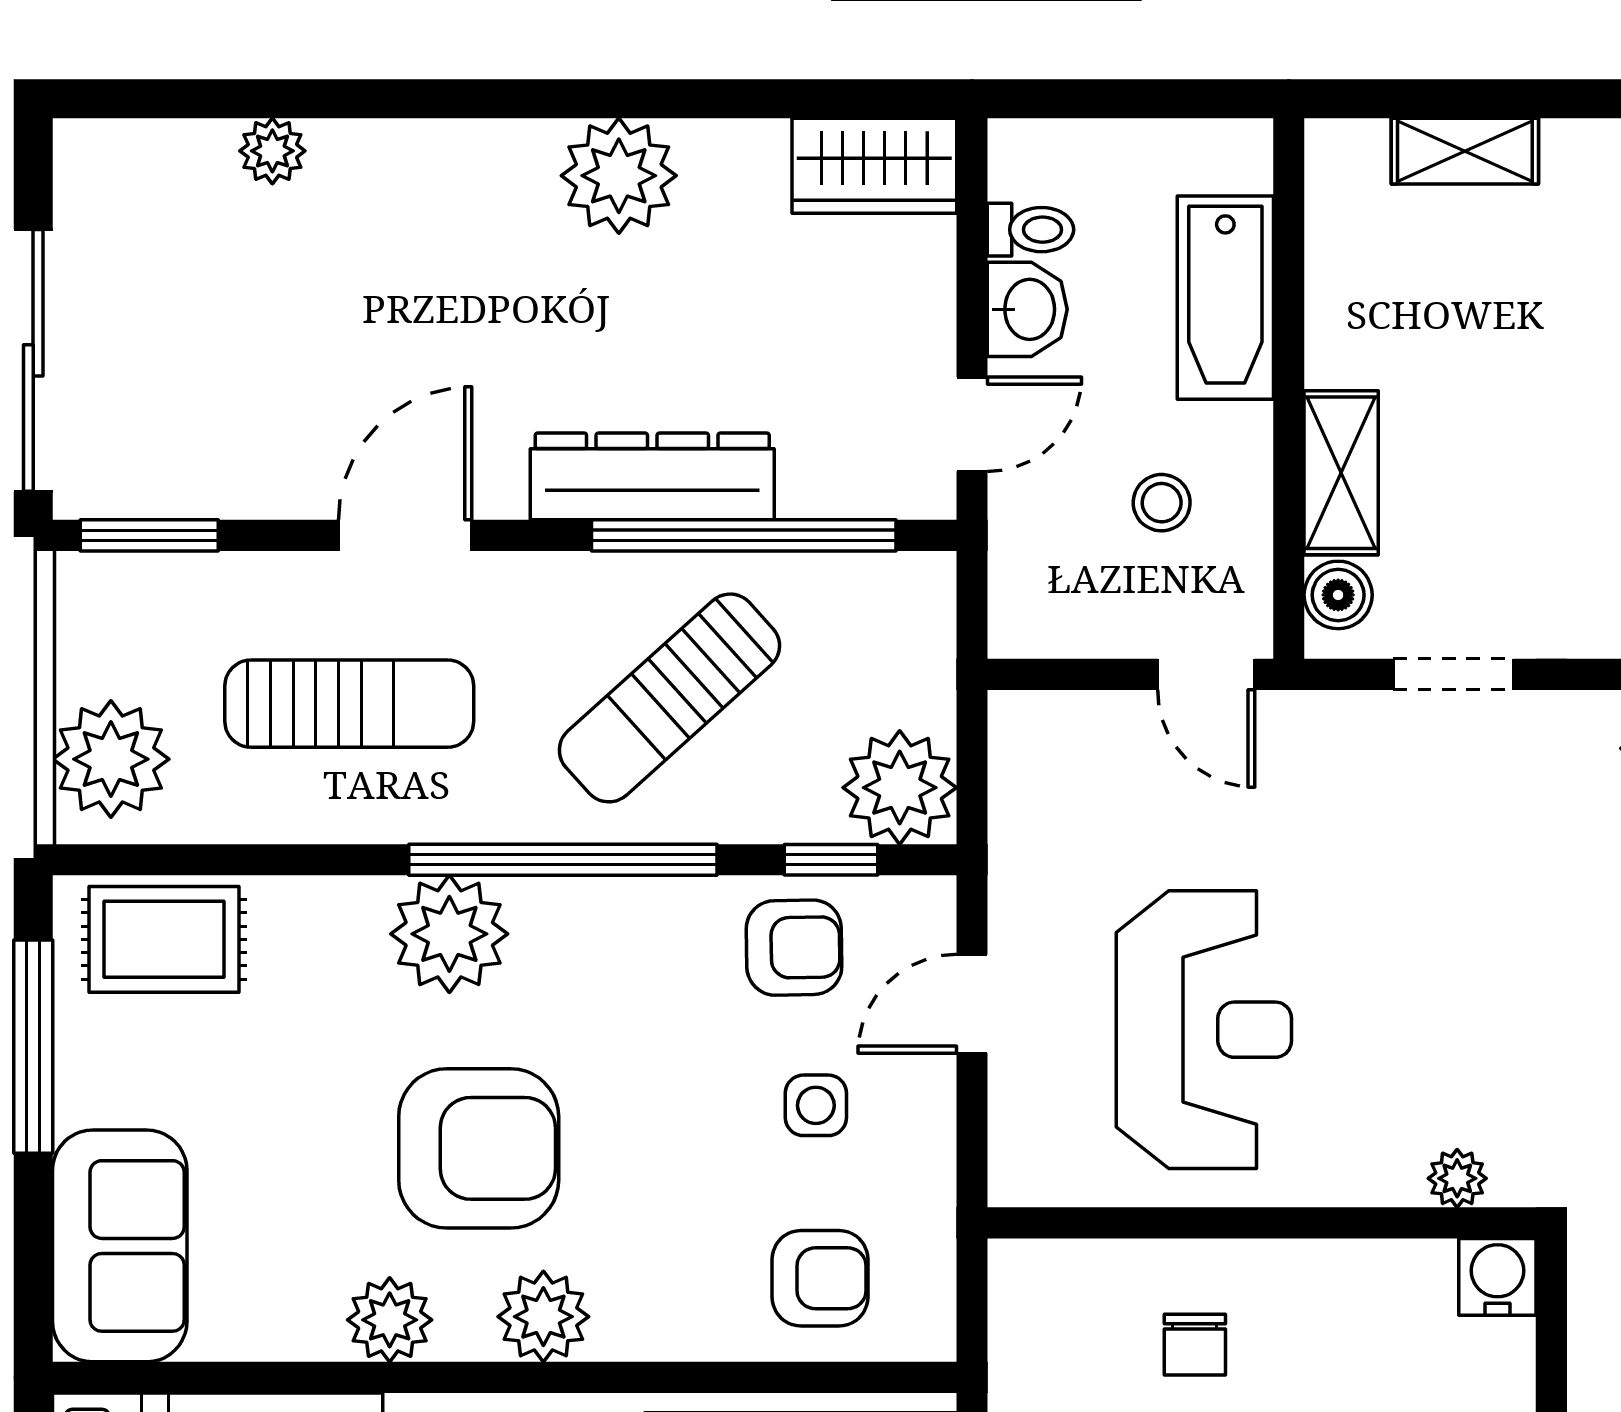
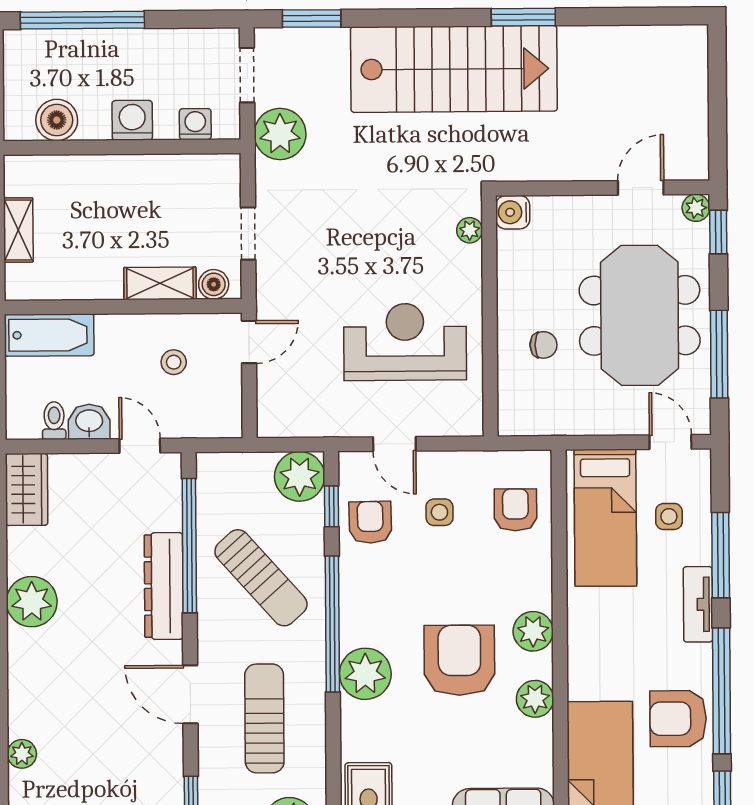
bathtub: (1225, 298) -> (49, 335), moved

